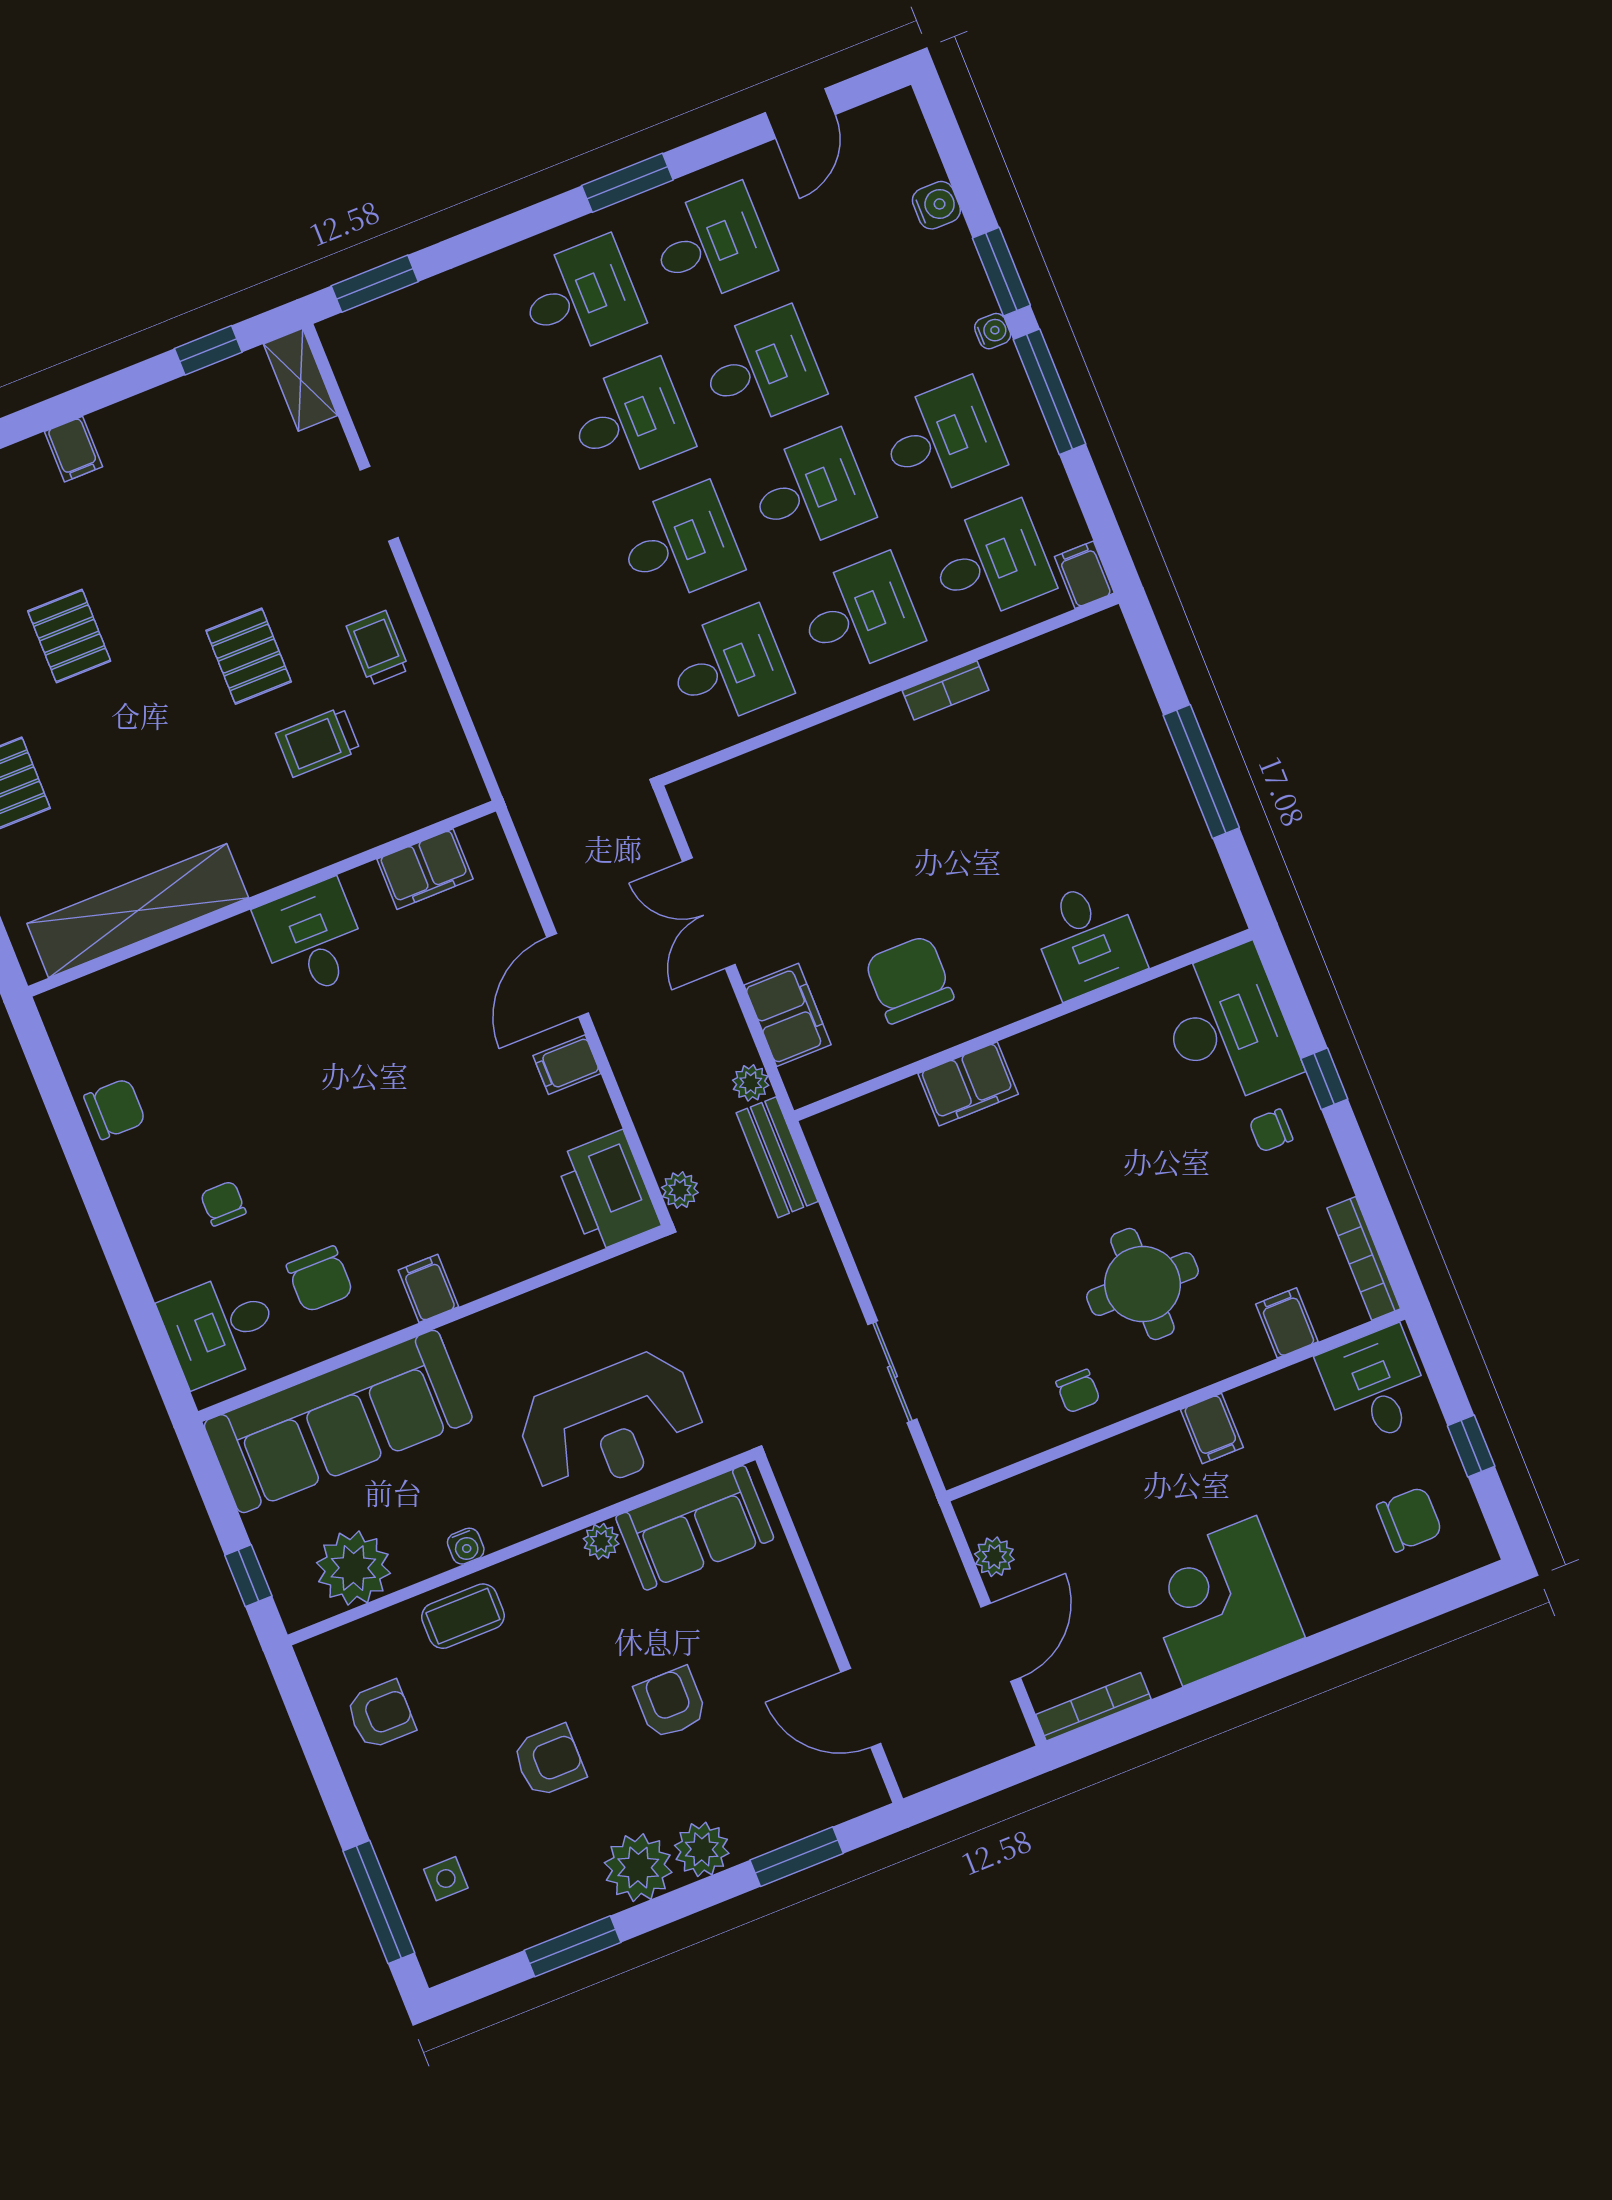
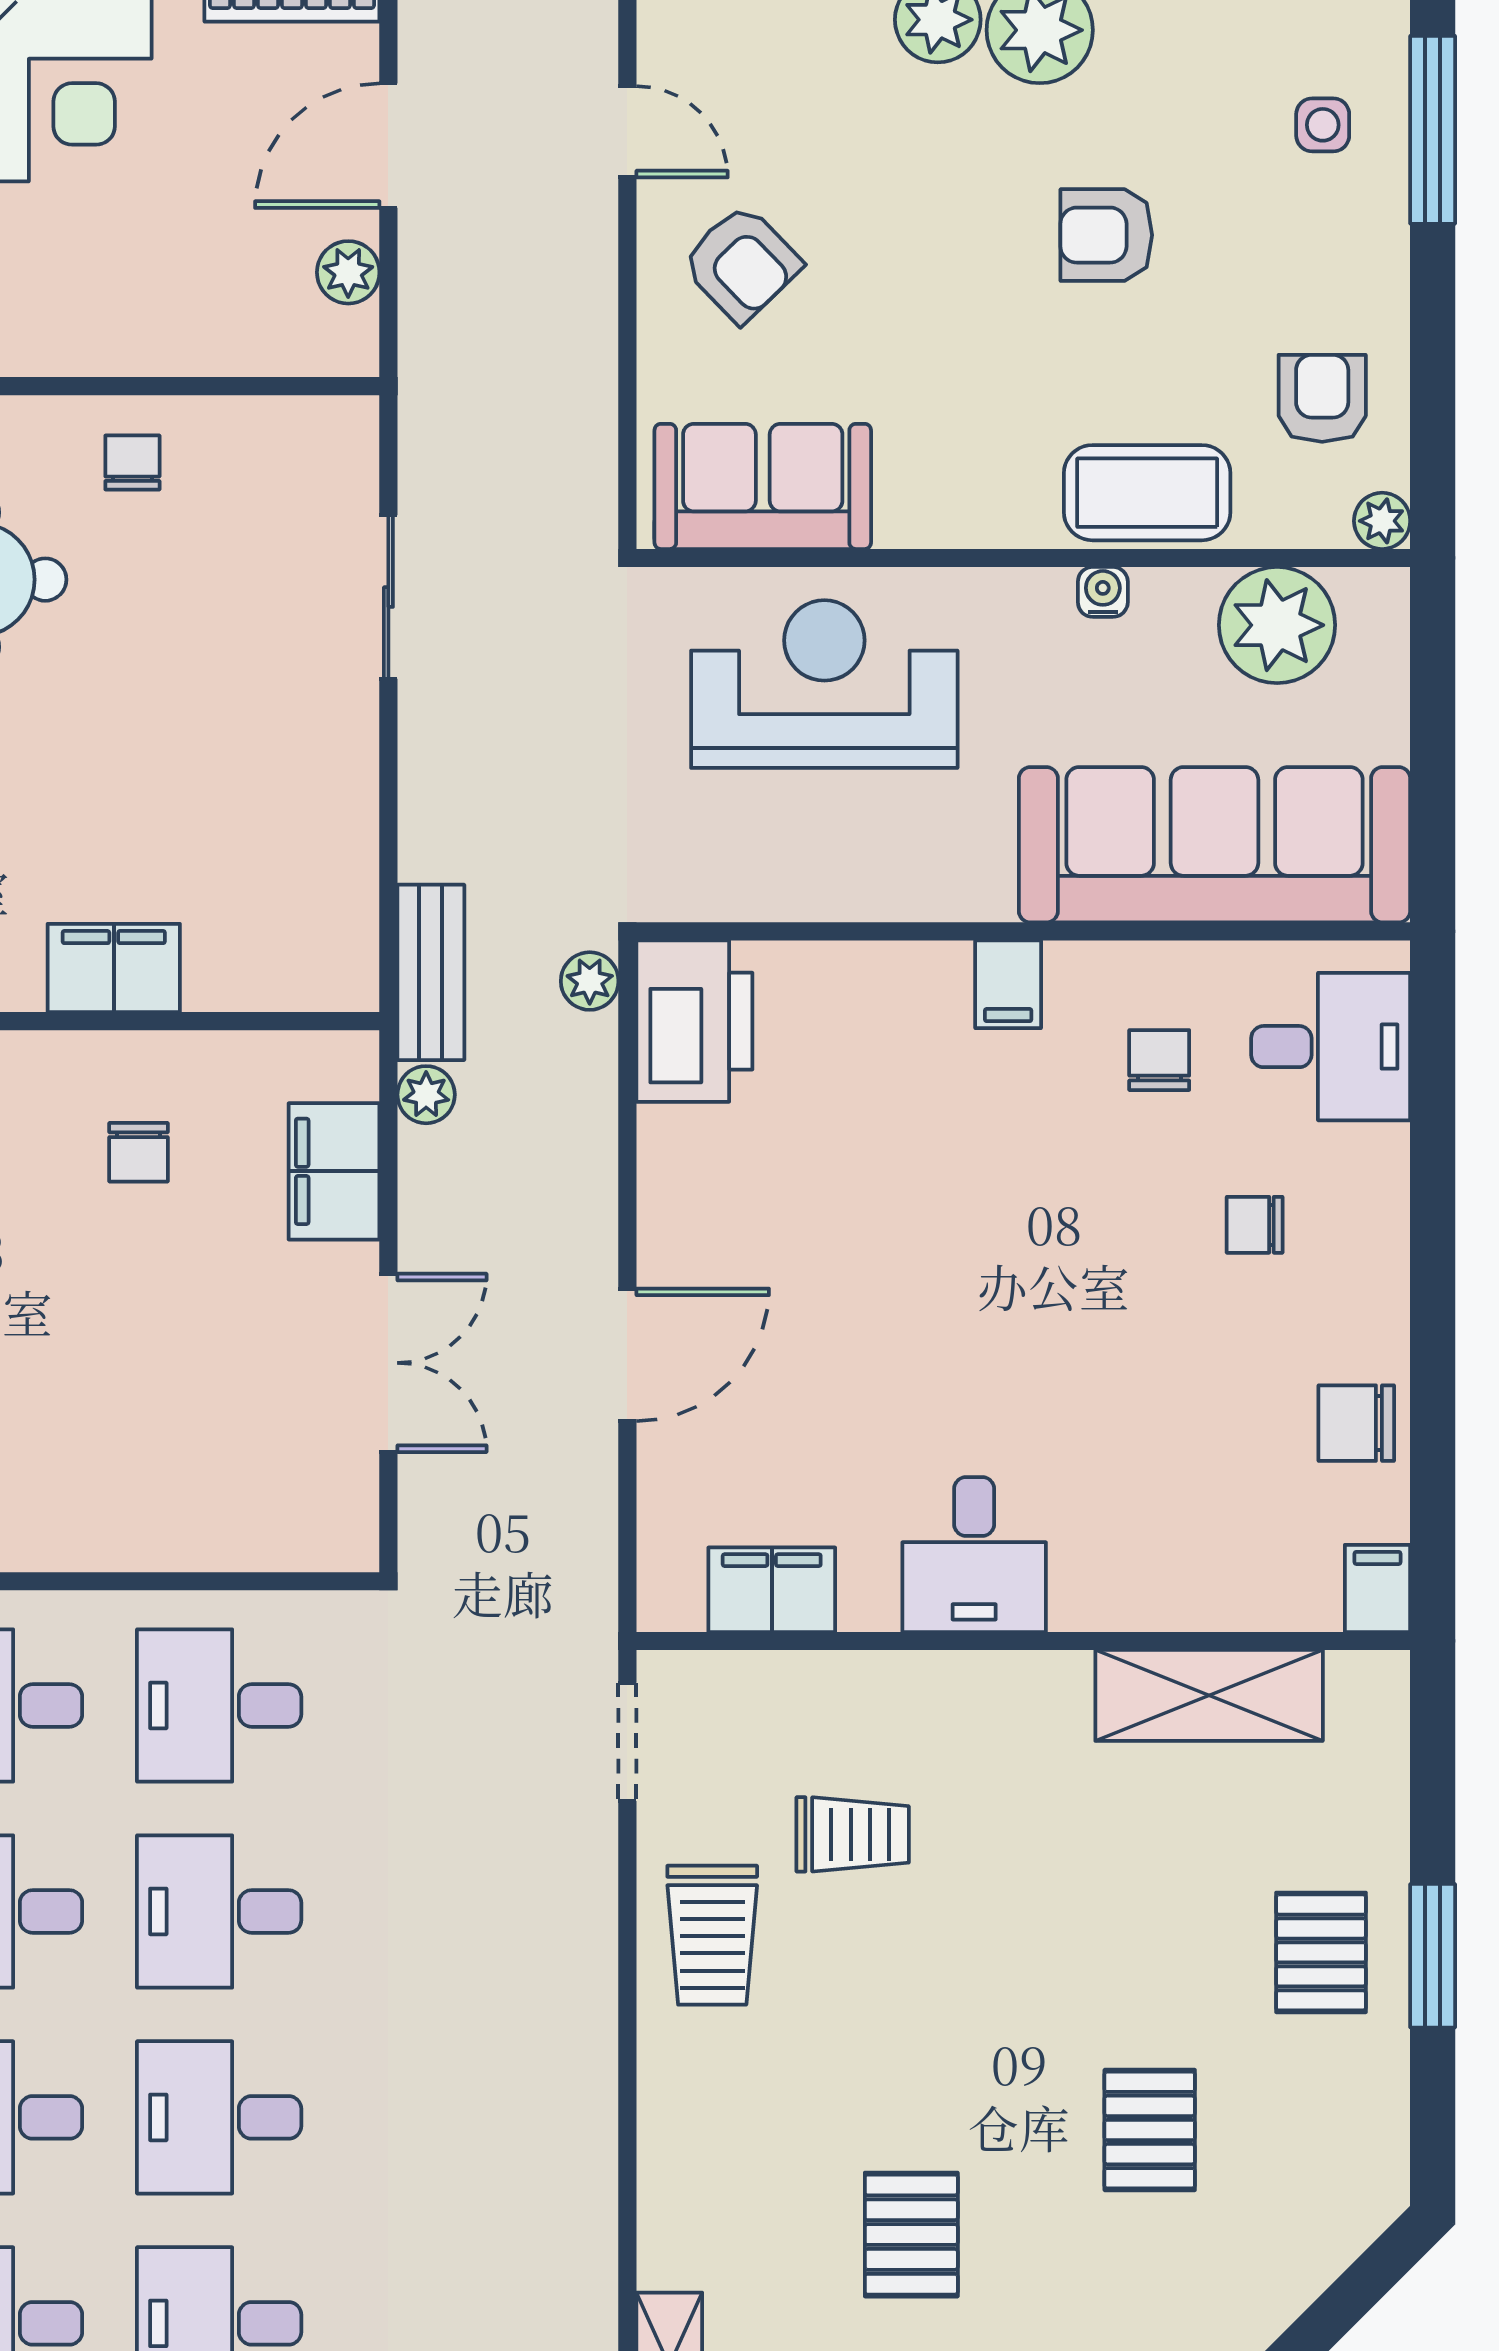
doorway: (379, 504) -> (627, 1742), moved
trolley: (378, 648) -> (712, 1935), width x1.36, depth x1.39
pallet: (249, 656) -> (911, 2235), moved
shelving: (138, 911) -> (1209, 1695), width x0.68
chair: (909, 979) -> (139, 1152), width x0.54, depth x0.54
filing cabinet: (567, 1065) -> (1378, 1588), moved, turned -90
chair: (223, 1203) -> (1255, 1225), turned 90
chair: (320, 1279) -> (1159, 1060), width x0.73, depth x0.73
plant: (601, 1541) -> (1382, 521), moved
window: (248, 1576) -> (1433, 675), removed
coffee table: (463, 1616) -> (1147, 493), width x1.36, depth x1.30
armchair: (671, 1703) -> (742, 263), moved, turned -44
door: (861, 1708) -> (627, 132), width x0.73
armchair: (381, 1715) -> (1322, 398), turned 90

